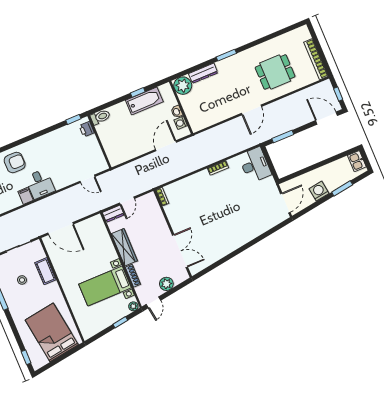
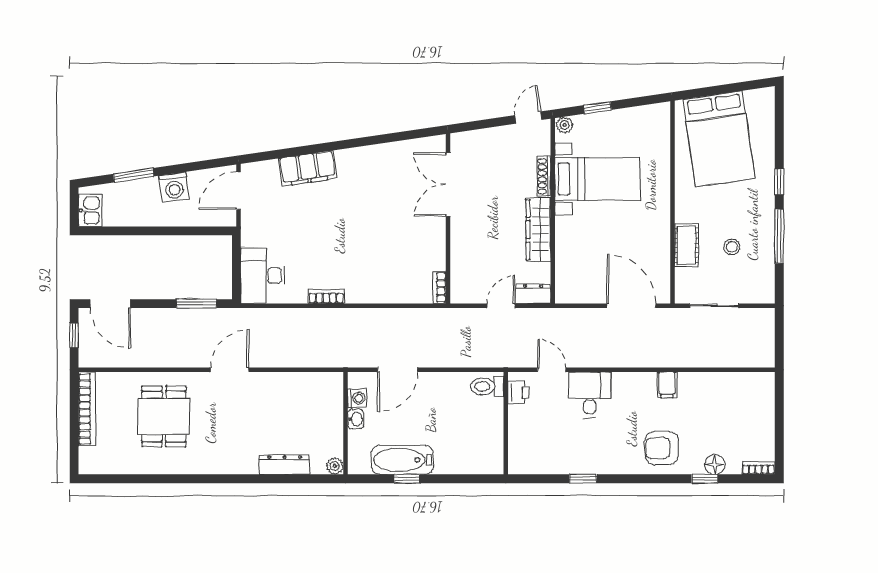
window: (226, 55) -> (233, 479), removed
dining table: (275, 72) -> (164, 416), turned 90
plant: (183, 86) -> (335, 466), width x0.53, depth x0.53
toilet: (100, 117) -> (487, 386), moved
window: (73, 119) -> (583, 479), moved
printer: (87, 129) -> (518, 393), moved
desk: (40, 184) -> (590, 395), moved
filing cabinet: (255, 229) -> (308, 168), added
plant: (166, 284) -> (494, 139), removed
window: (26, 357) -> (779, 182), moved

